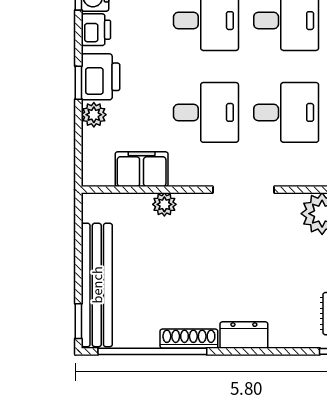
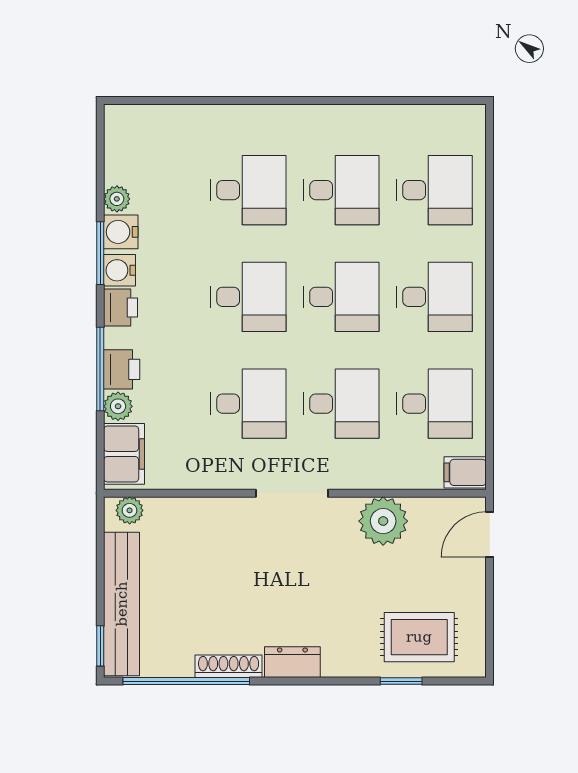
printer: (101, 77) -> (122, 369), width x0.73, depth x0.81
window: (78, 83) -> (100, 369), width x2.17
filing cabinet: (142, 169) -> (124, 454), moved, turned 90
plant: (164, 204) -> (130, 510), moved

